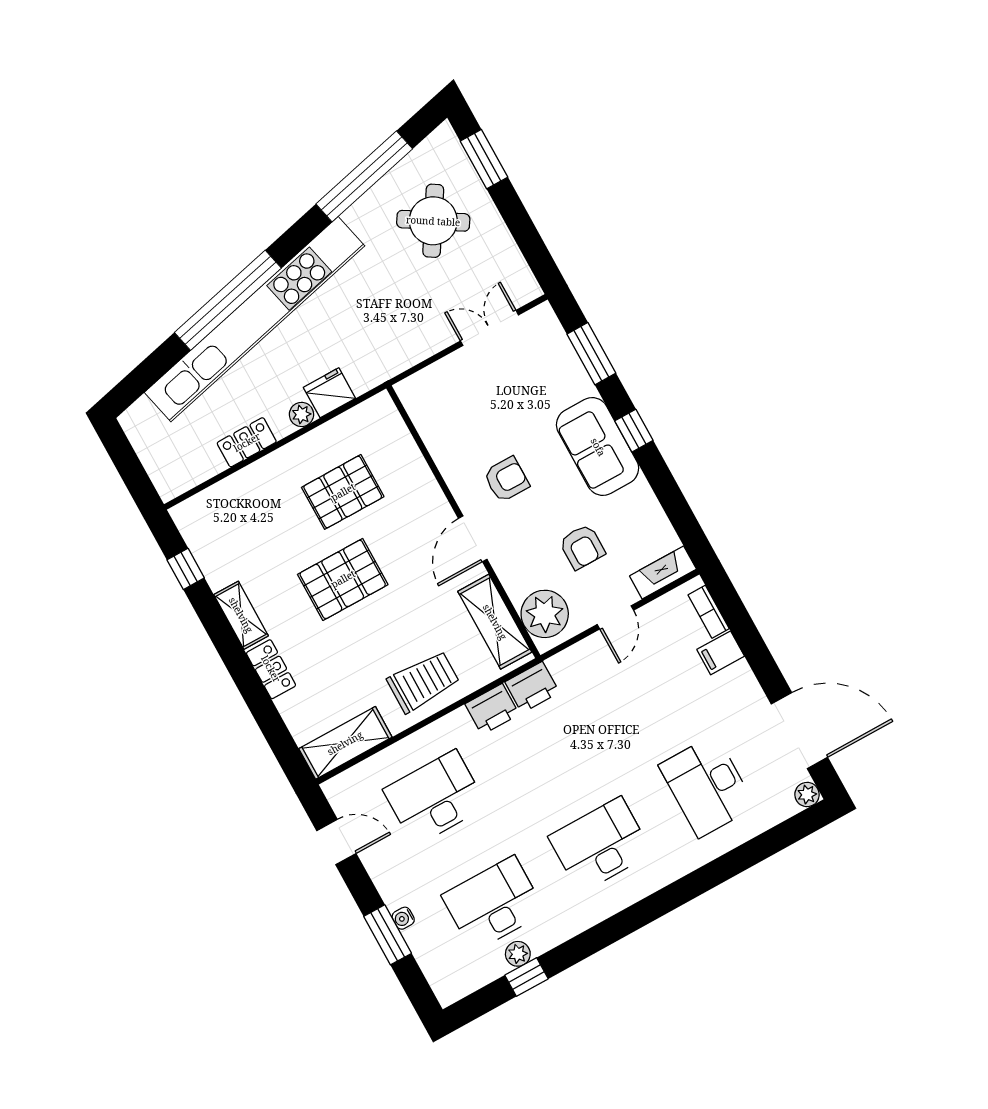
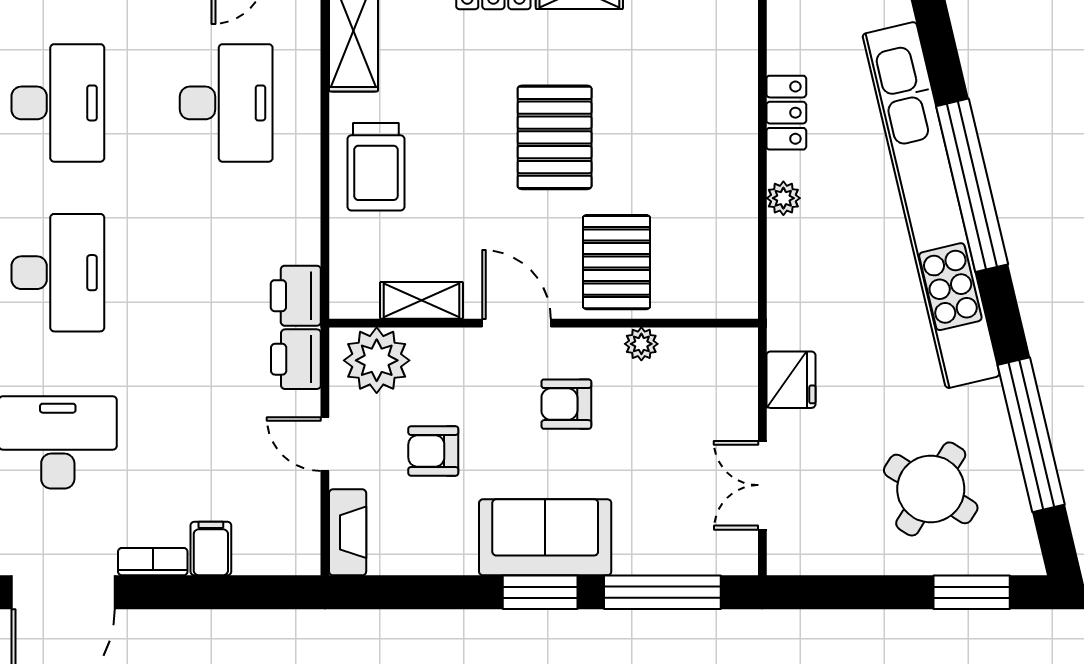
double door: (489, 328) -> (762, 485), swing flipped
window: (591, 354) -> (662, 592), width x1.44
fridge: (329, 393) -> (791, 380), moved
window: (634, 431) -> (540, 592), width x1.50
plant: (443, 453) -> (641, 344), added
armchair: (506, 479) -> (566, 404), turned 90
pallet: (343, 492) -> (616, 262), moved
bookcase: (709, 612) -> (153, 562), moved
shelving: (495, 622) -> (421, 300), width x0.67, depth x0.75
printer: (492, 709) -> (296, 359), moved

